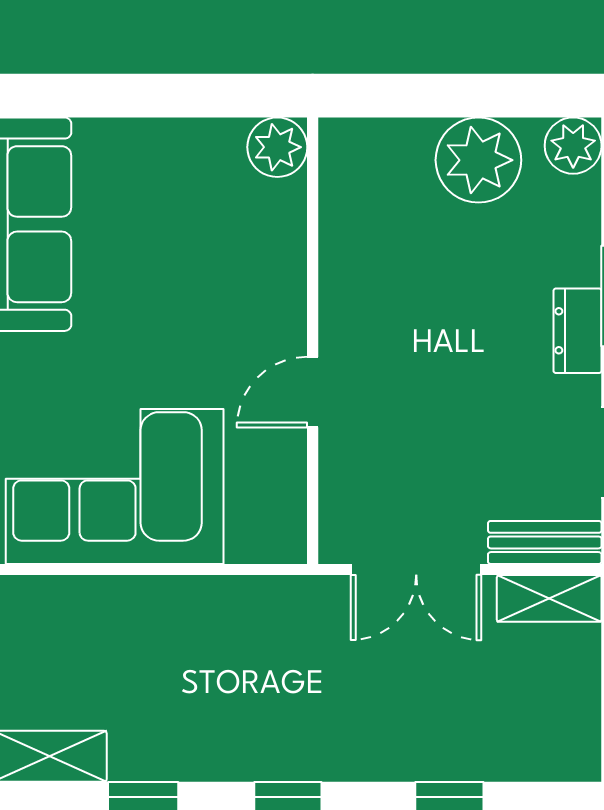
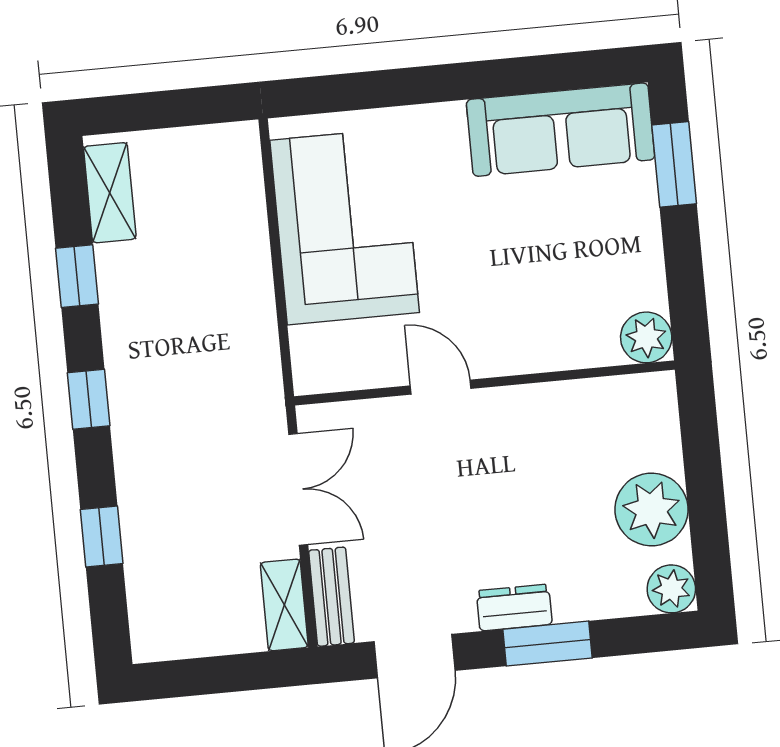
window: (79, 96) -> (674, 164), added
double door: (416, 570) -> (298, 489), swing flipped

